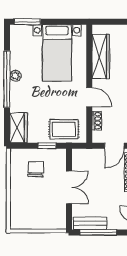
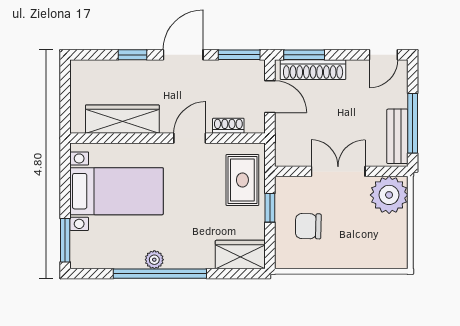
plant: (55, 218) -> (389, 195), added

